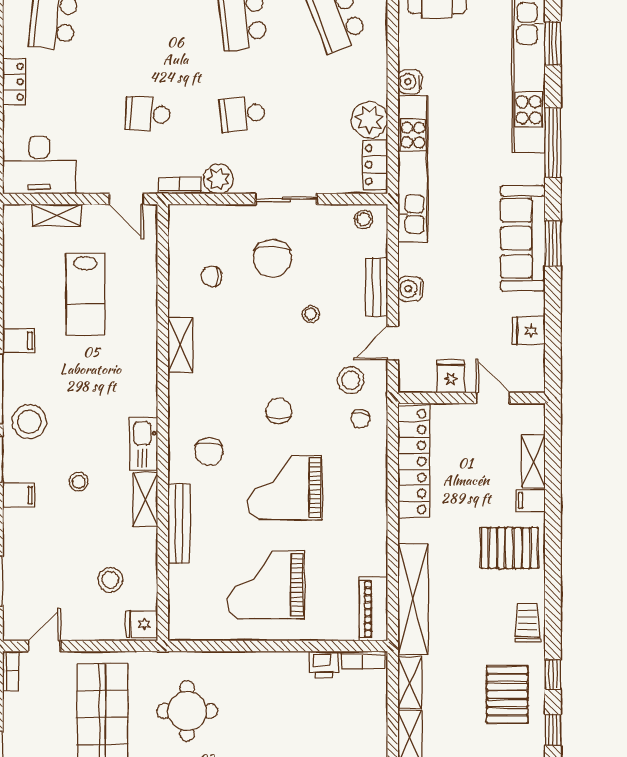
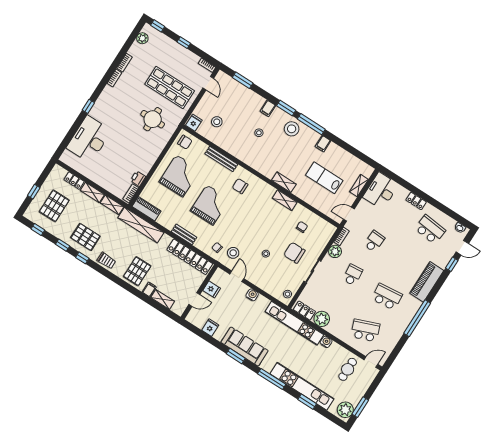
bench: (377, 287) -> (184, 234), moved
chair: (279, 411) -> (185, 142), moved
kitchen sink: (144, 444) -> (258, 165), removed
shelving: (145, 500) -> (284, 182), moved

